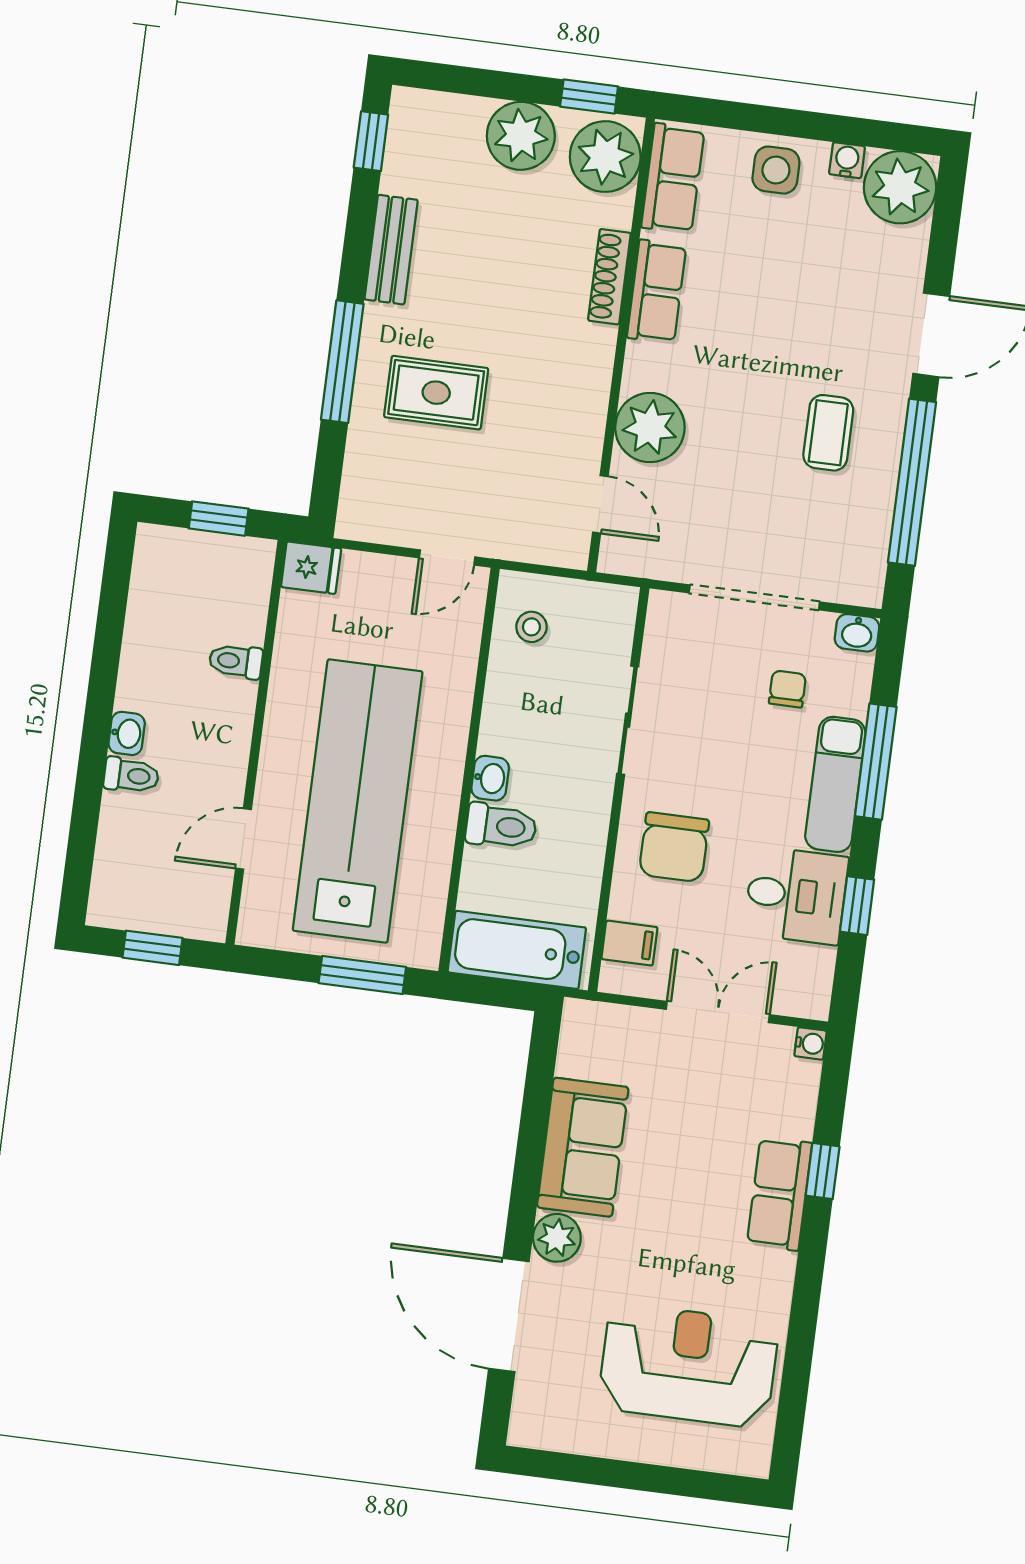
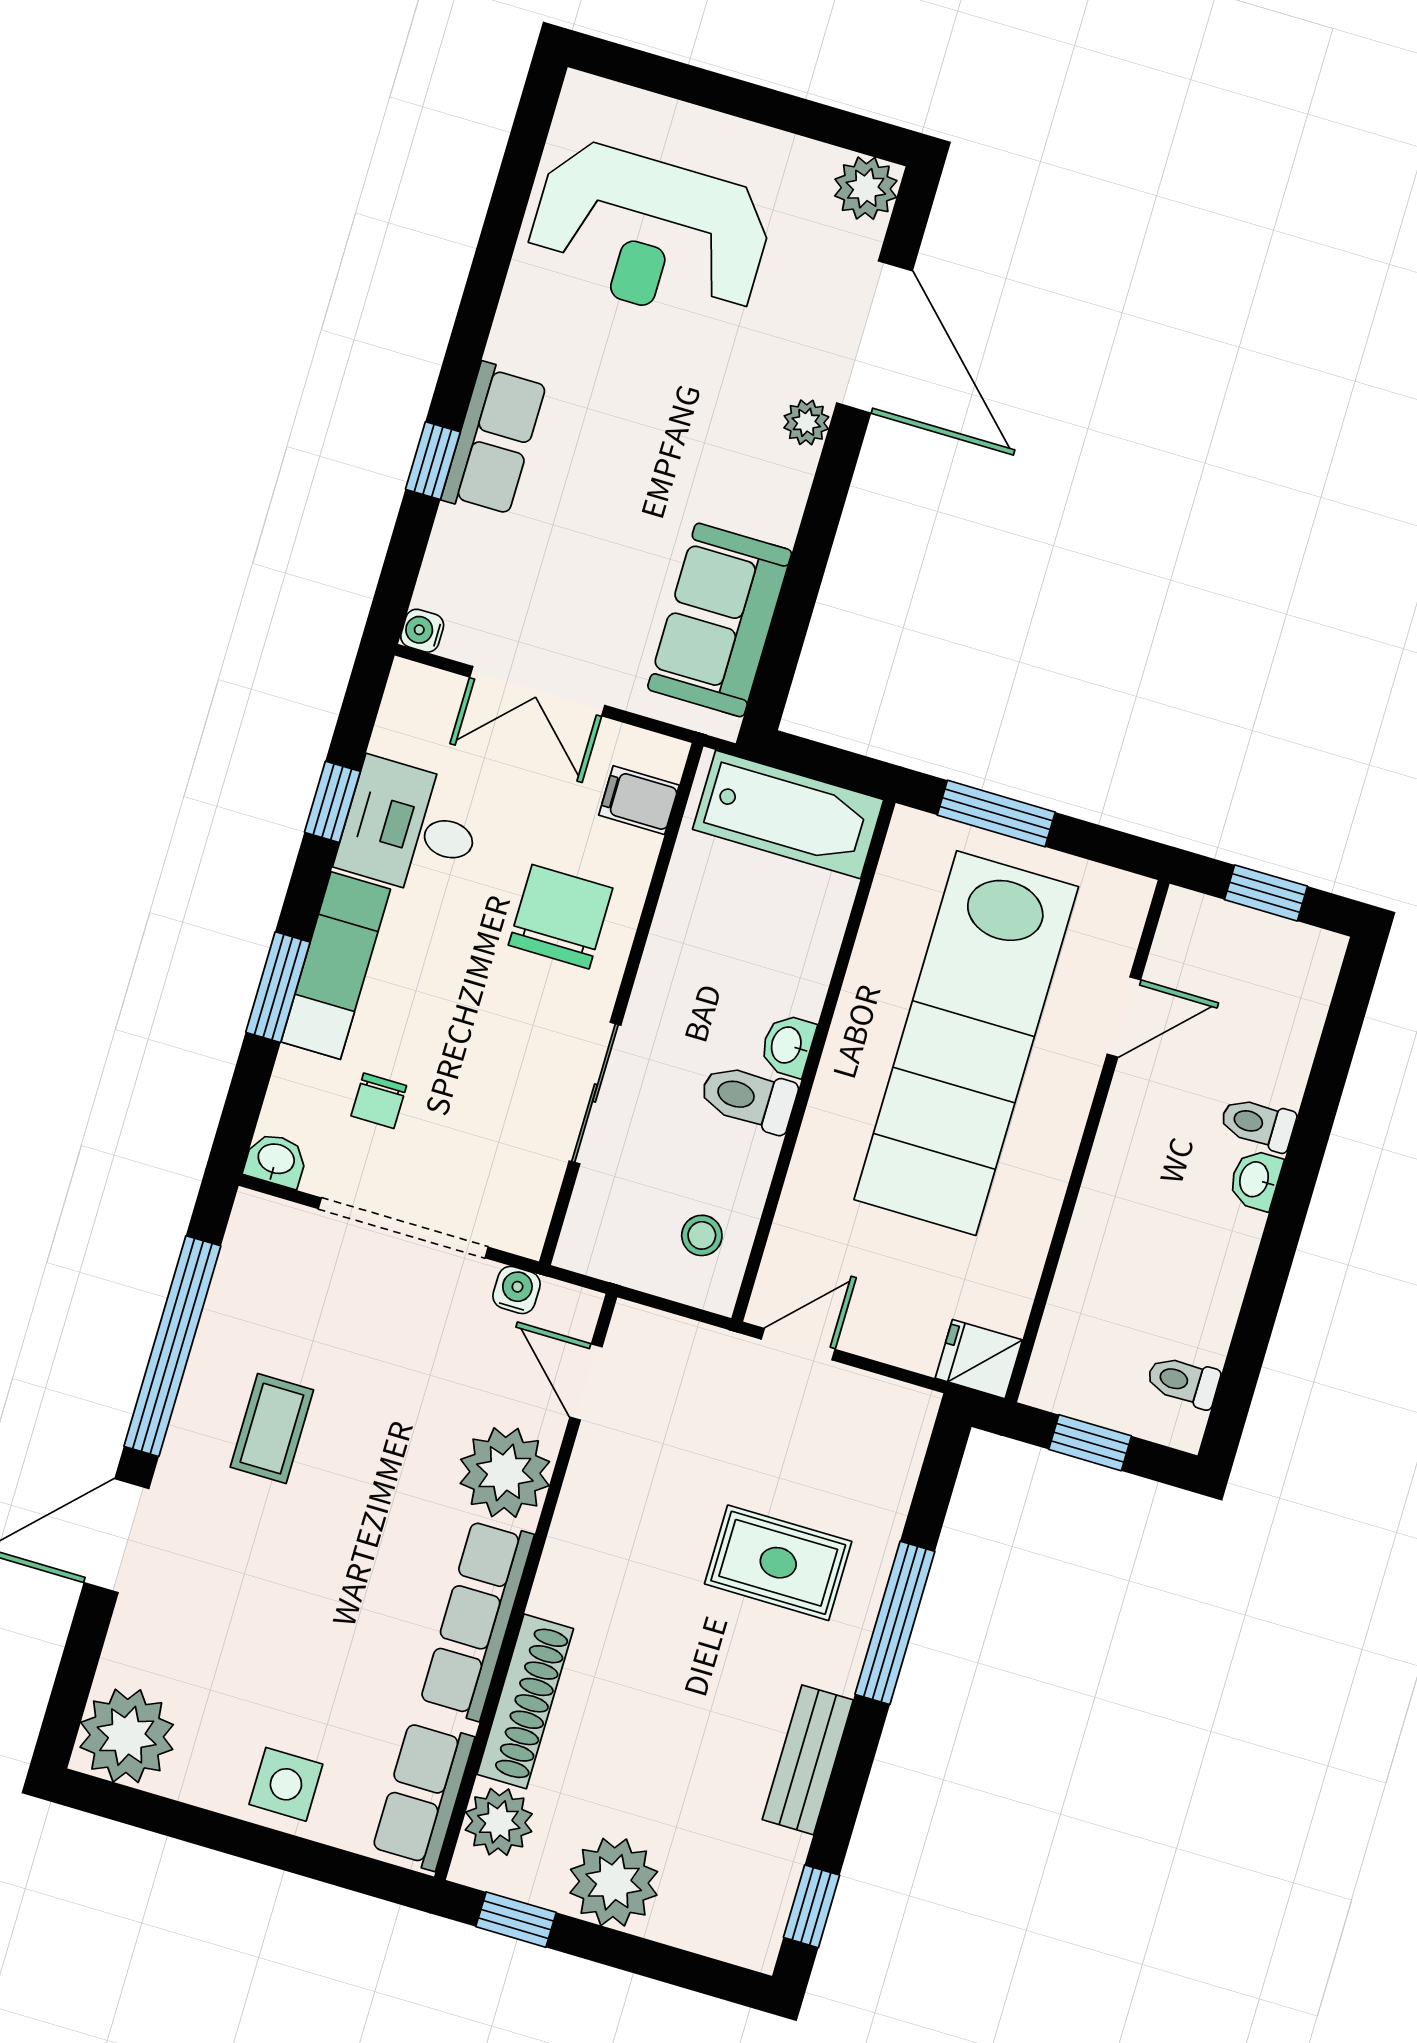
plant: (605, 157) -> (499, 1822), width x0.73, depth x0.73
water cooler: (847, 160) -> (516, 1290), moved, turned 180
shoe rack: (609, 277) -> (525, 1701), width x1.36, depth x1.24
row of seats: (657, 291) -> (477, 1619), width x1.48
toilet: (236, 661) -> (1183, 1381), moved, turned 180
window: (876, 762) -> (278, 987), width x0.69
toilet: (501, 826) -> (748, 1098), moved
sofa: (583, 1147) -> (720, 620), moved
plant: (557, 1238) -> (806, 422), width x0.73, depth x0.73
plant: (533, 1424) -> (866, 188), added

